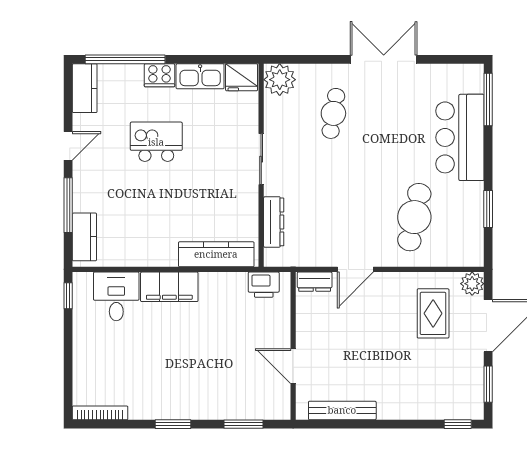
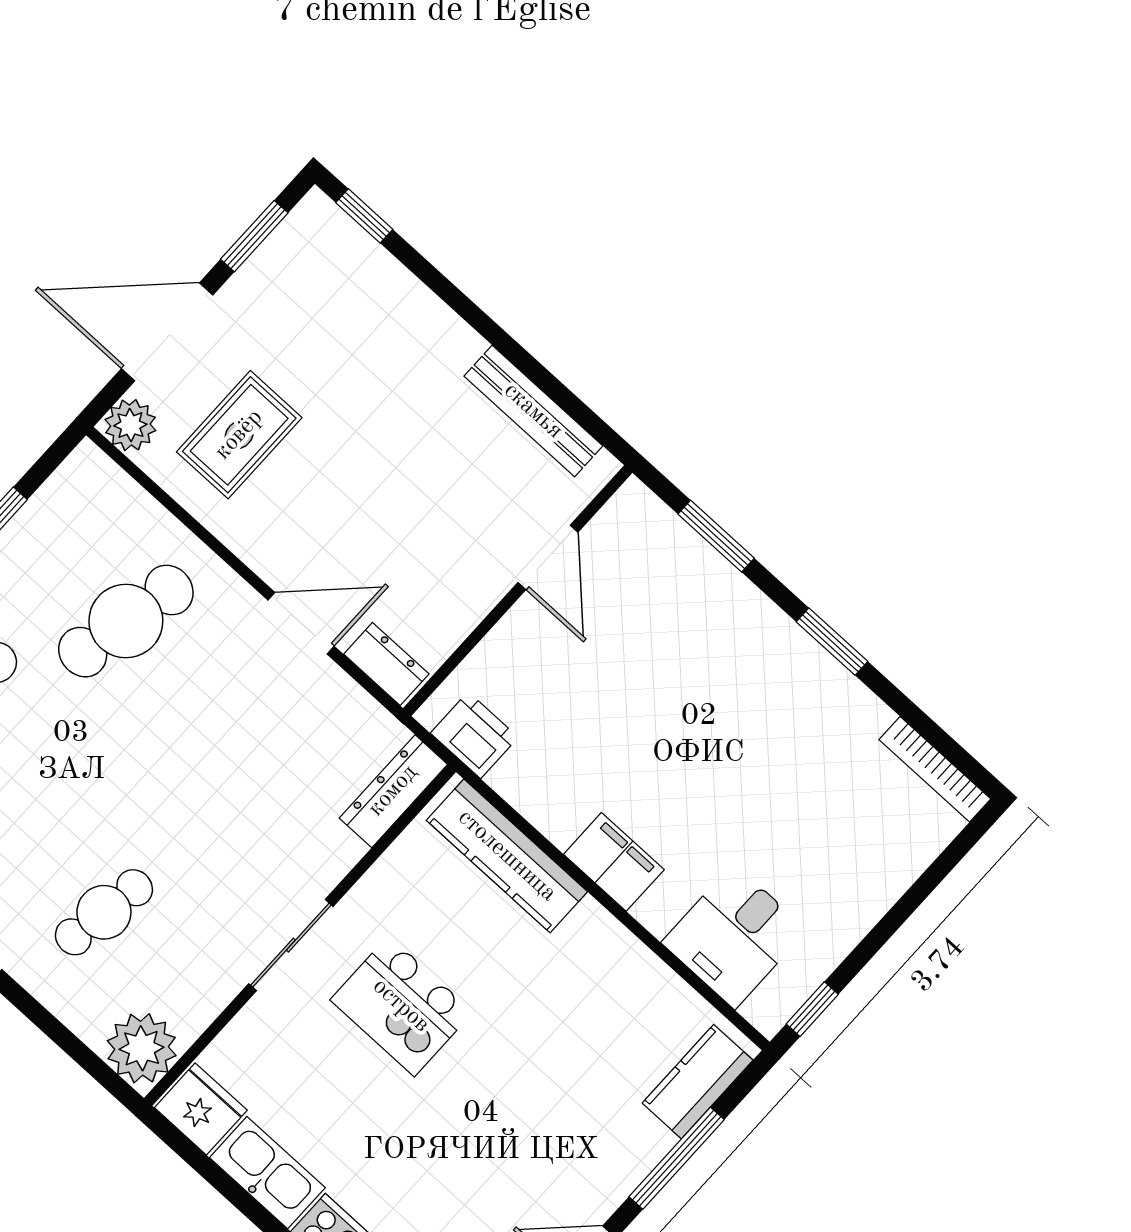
kitchen island: (156, 142) -> (401, 1006), moved
dresser: (274, 222) -> (393, 791), moved
filing cabinet: (169, 287) -> (614, 862), width x0.67, depth x0.86

